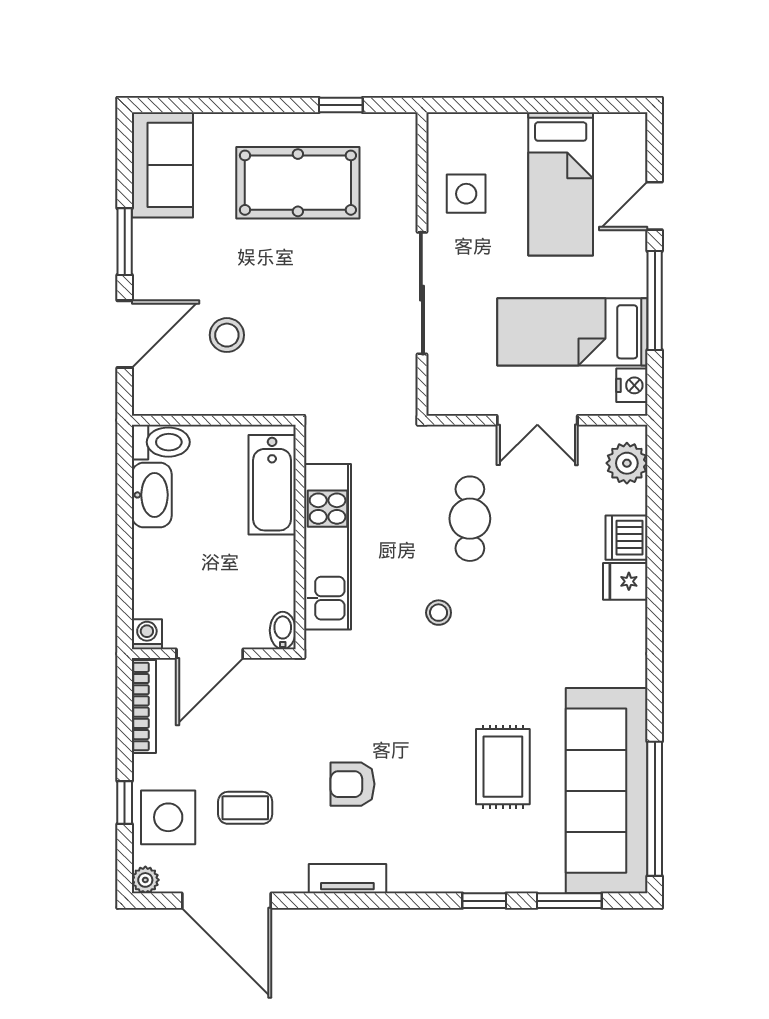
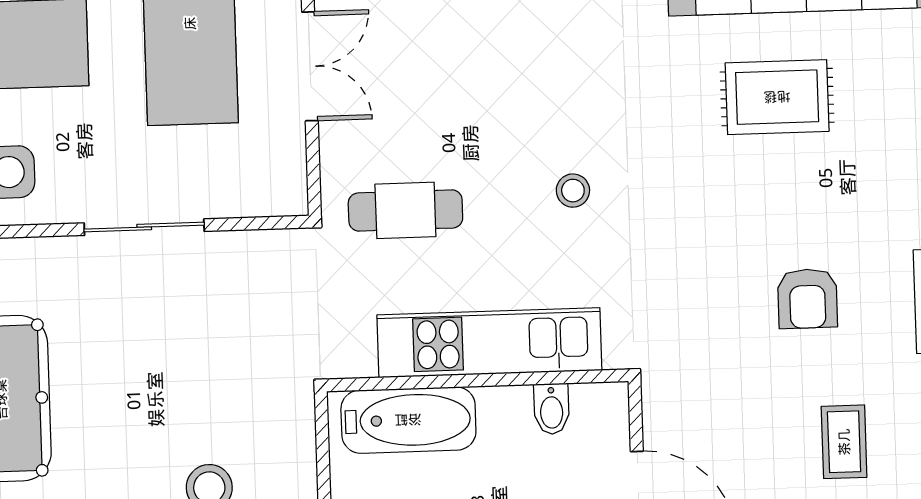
sliding door: (422, 293) -> (144, 227), width x0.73
cafe table: (470, 519) -> (405, 210), moved
bidet: (283, 630) -> (552, 409), moved, turned -90

